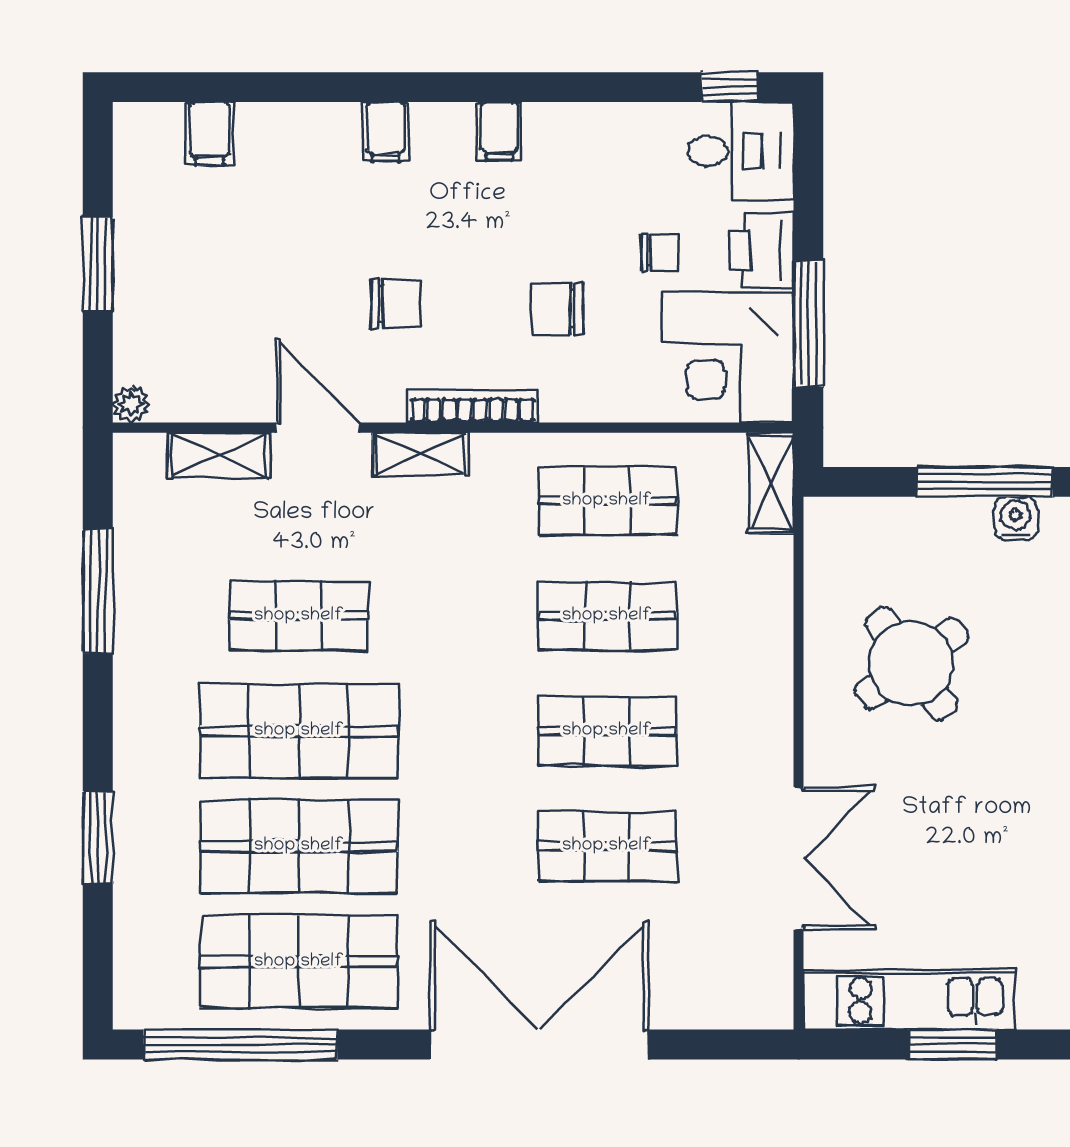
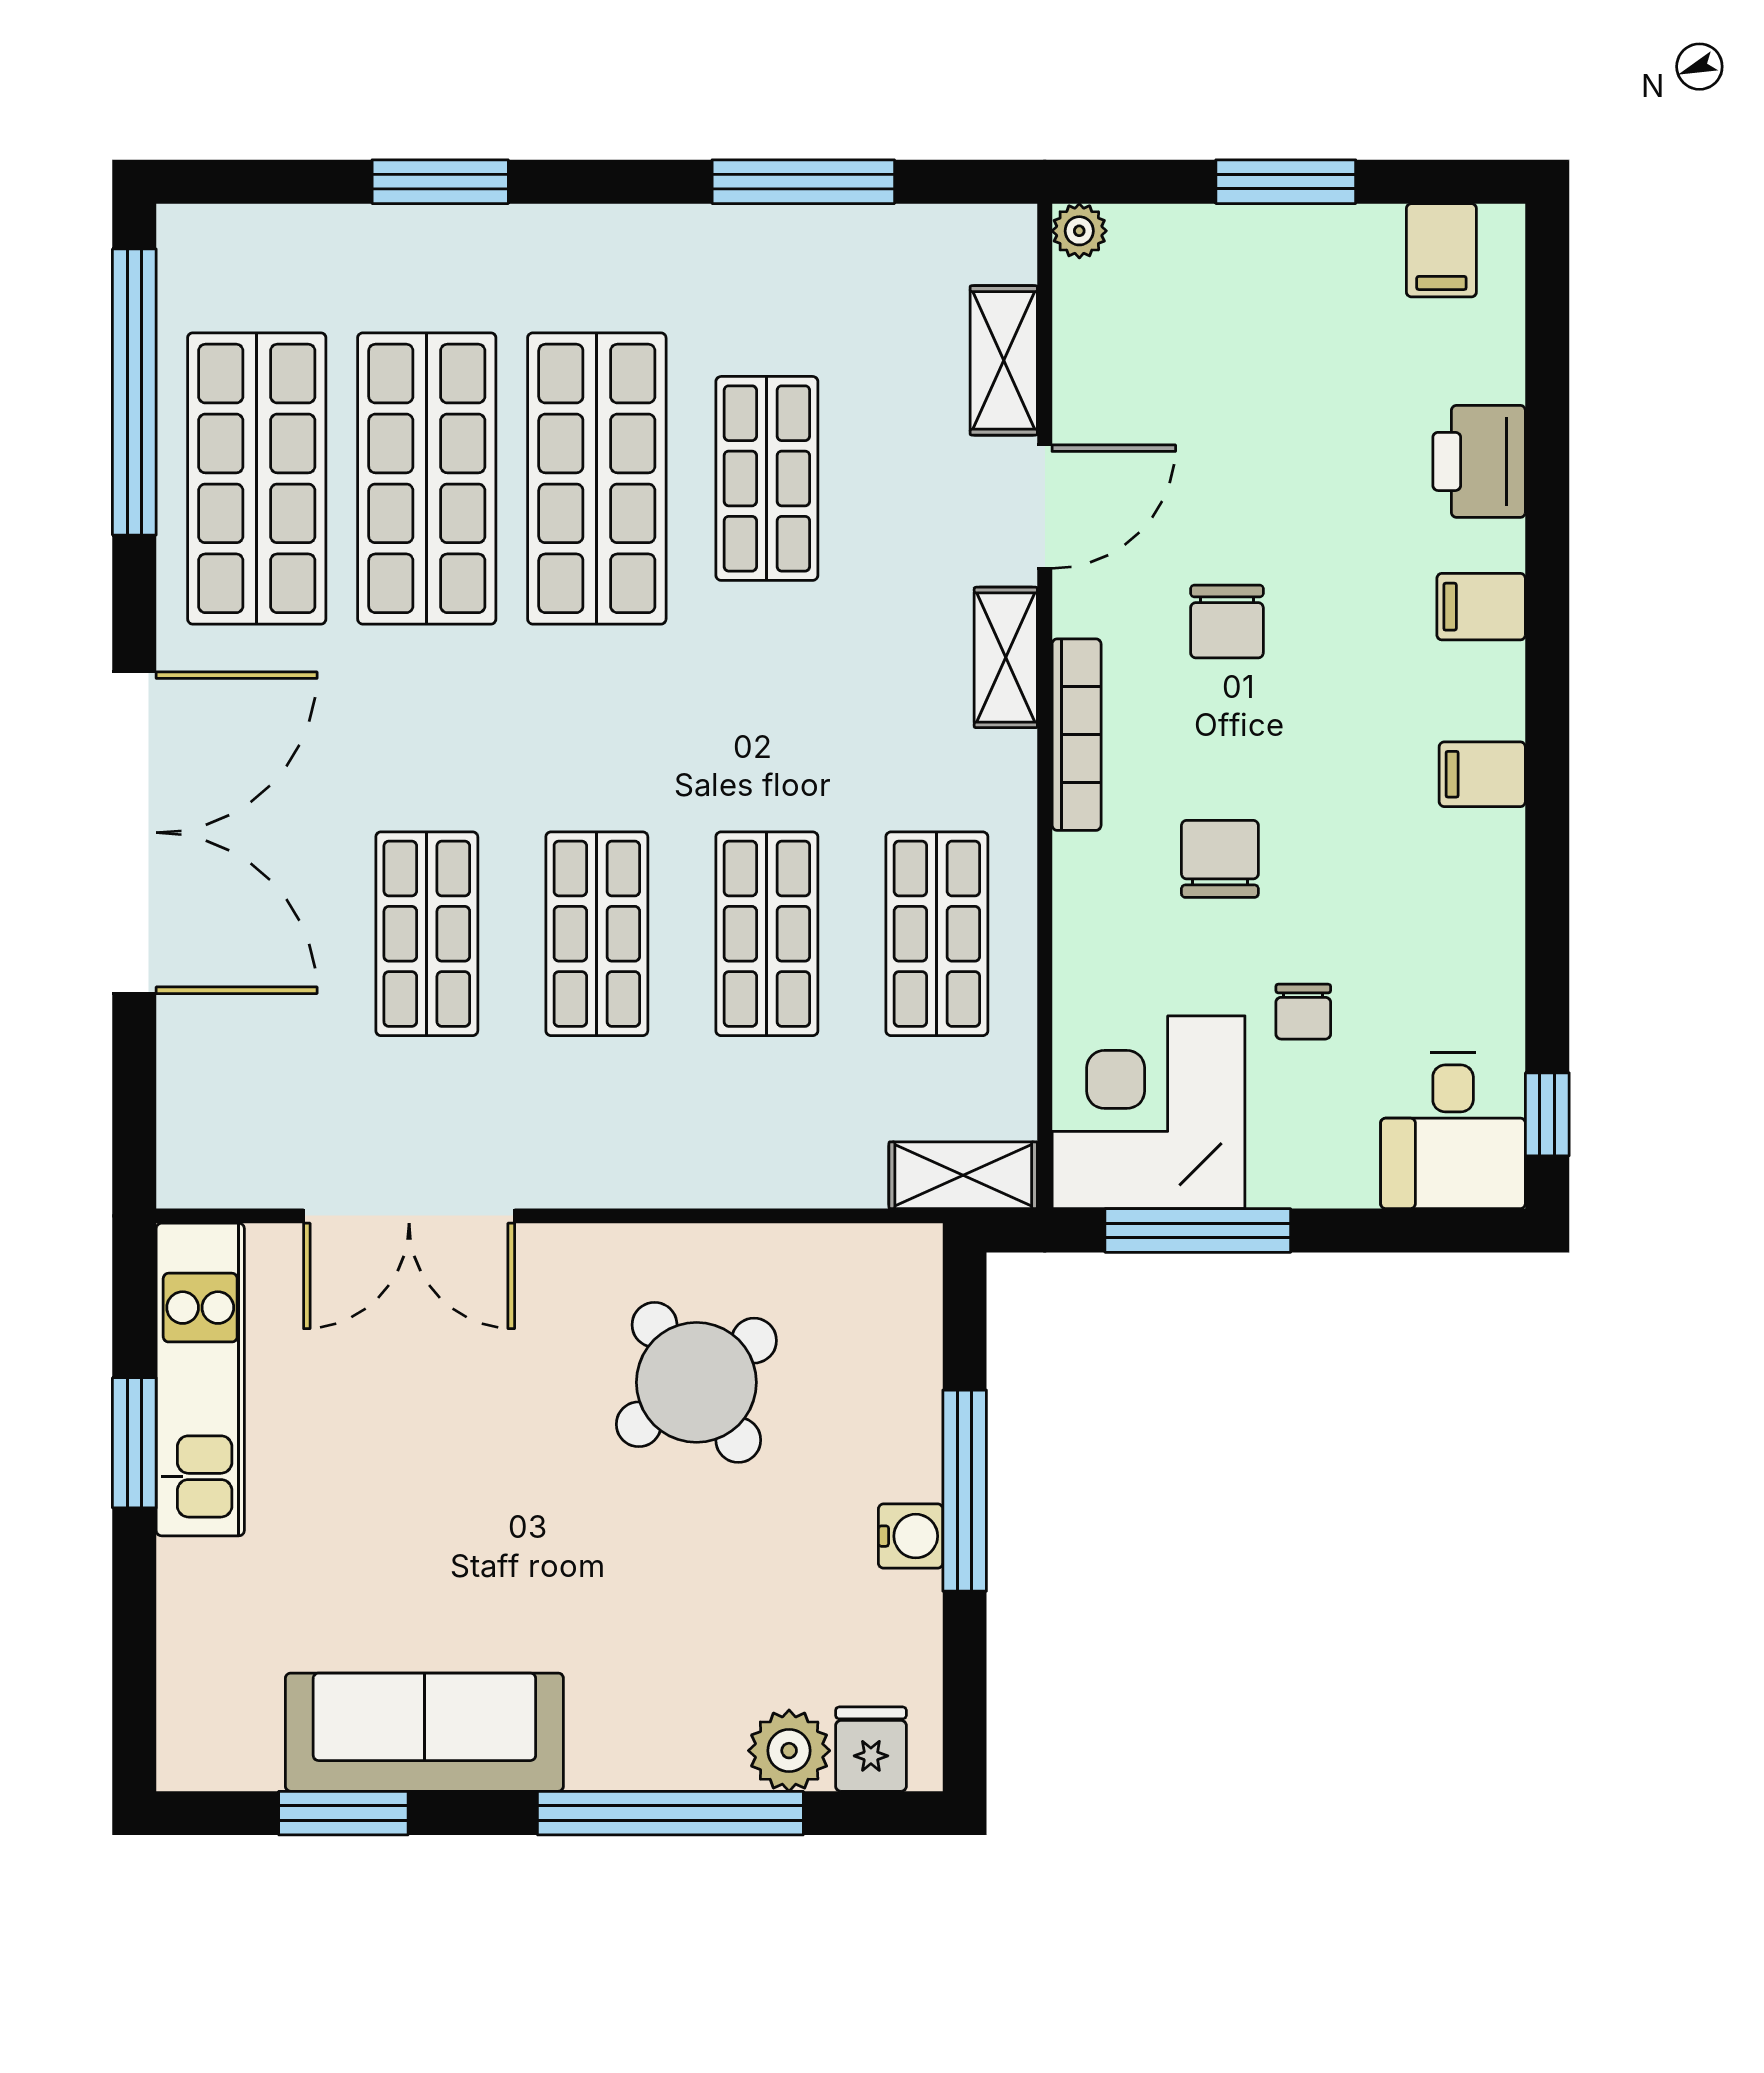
filing cabinet: (209, 134) -> (1441, 250), moved, turned -90
printer: (762, 250) -> (1479, 461), moved, turned -90

